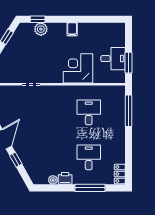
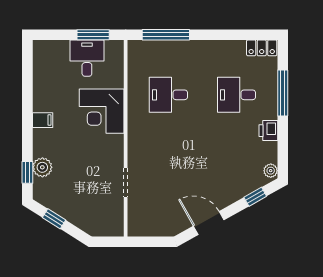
window: (16, 160) -> (255, 197), moved
plant: (53, 180) -> (271, 171), moved

